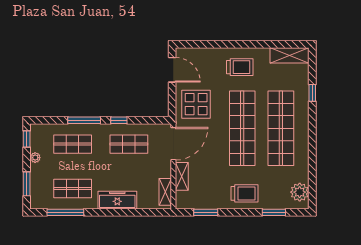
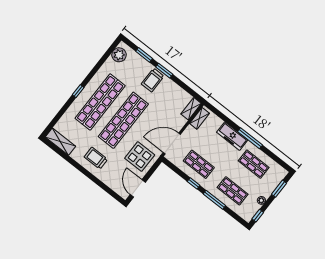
window: (312, 93) -> (78, 91), moved
shelving: (182, 176) -> (191, 109), moved
trolley: (245, 193) -> (153, 80), turned -90
window: (65, 212) -> (250, 138), moved
window: (206, 212) -> (164, 71), moved

